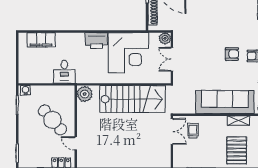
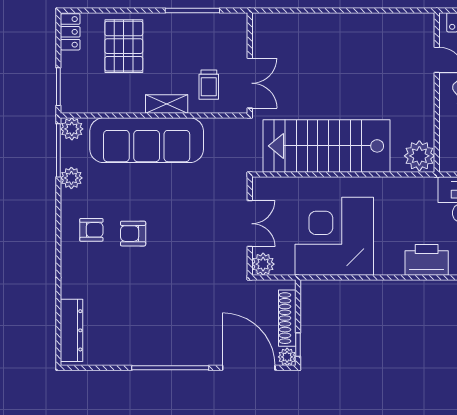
printer: (96, 40) -> (427, 260), moved
shelving: (238, 121) -> (167, 104), moved
double door: (172, 131) -> (250, 83), swing flipped

